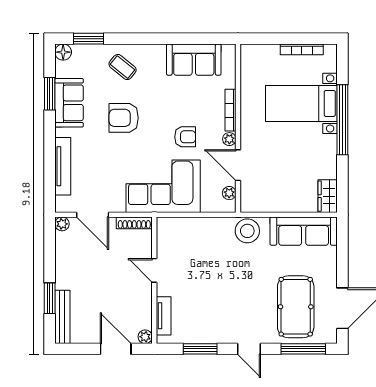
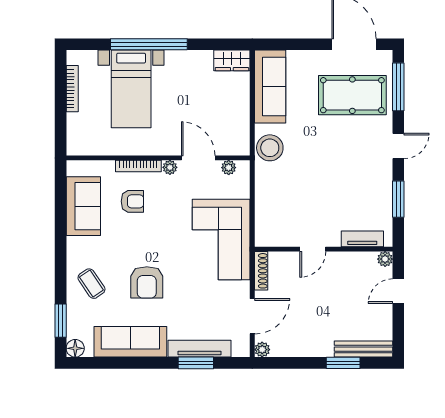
coffee table: (123, 67) -> (91, 284), turned -73
window: (50, 94) -> (196, 363), moved
sofa: (69, 103) -> (130, 342), width x1.36
armchair: (185, 137) -> (132, 201), moved, turned 90
door: (238, 165) -> (198, 158), swing flipped
door: (116, 349) -> (398, 291), width x0.73

